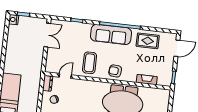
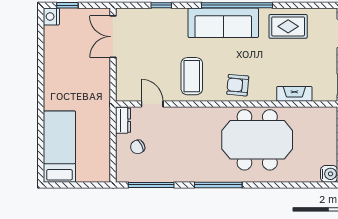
double door: (47, 35) -> (113, 37), swing flipped
door: (65, 76) -> (152, 104), hinge flipped

